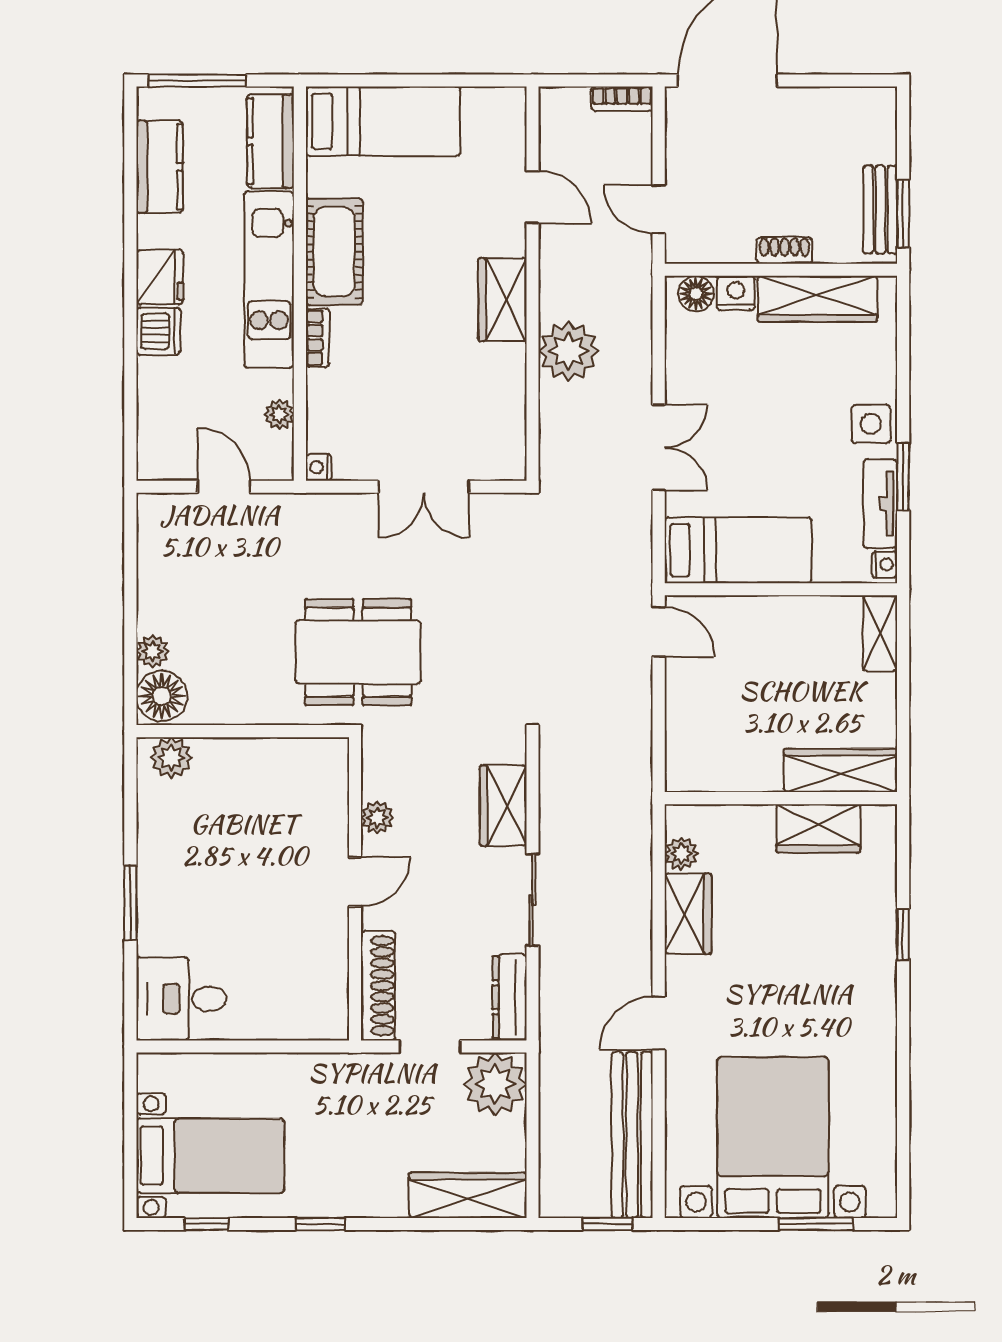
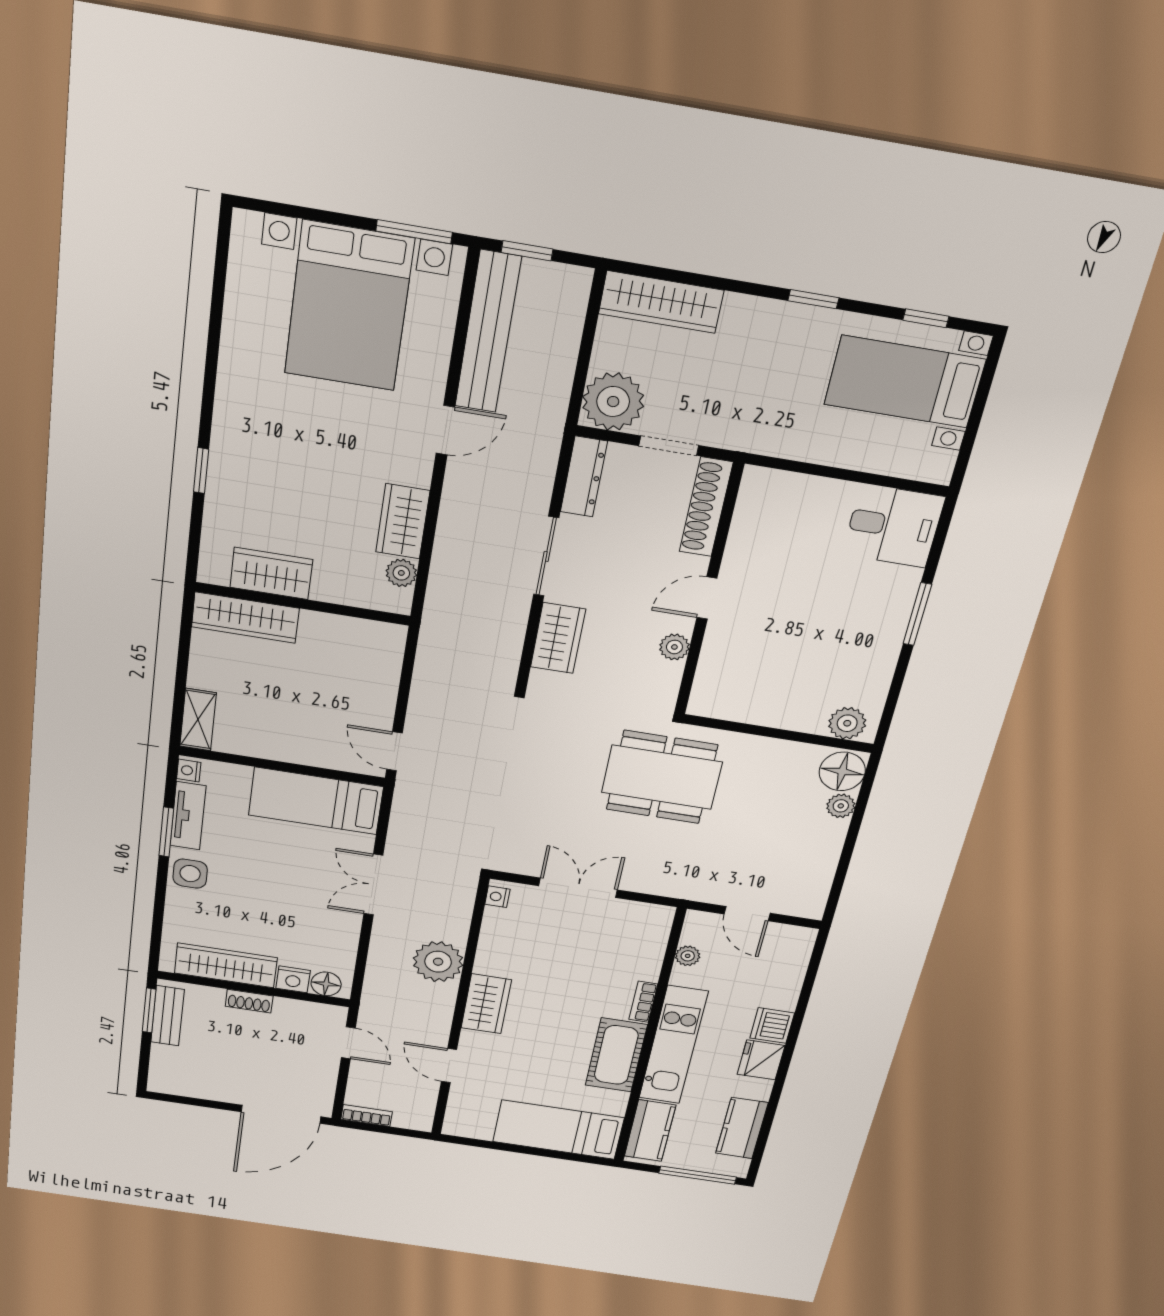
nightstand: (319, 467) -> (497, 897), moved, turned 180
window: (816, 1224) -> (414, 232), moved

